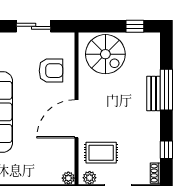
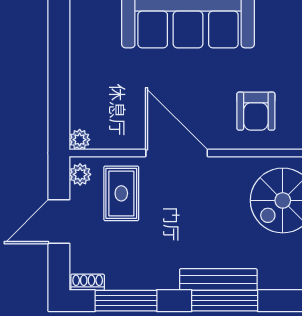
bench: (154, 93) -> (218, 280), width x1.36
window: (166, 150) -> (126, 301), width x2.17

